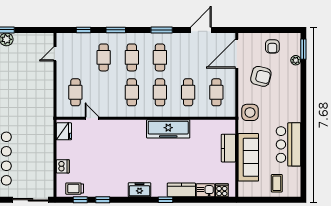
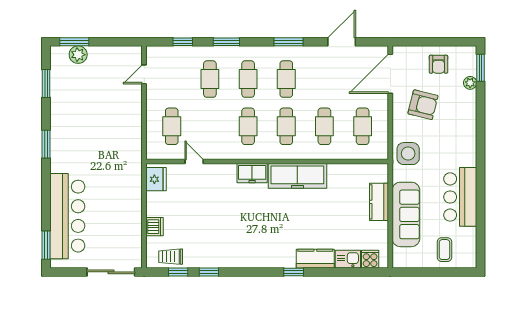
freezer: (140, 190) -> (252, 173), moved, turned 180

